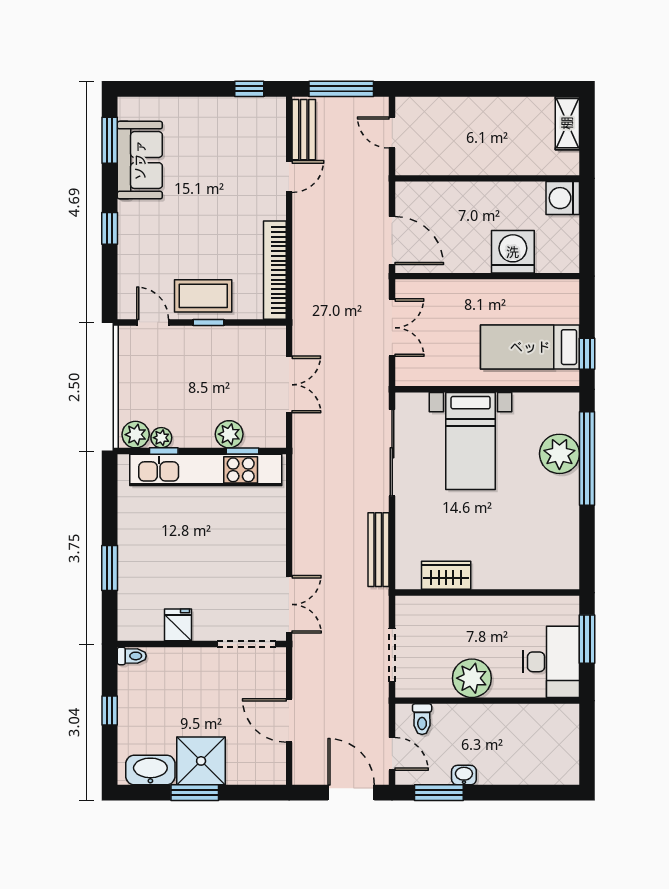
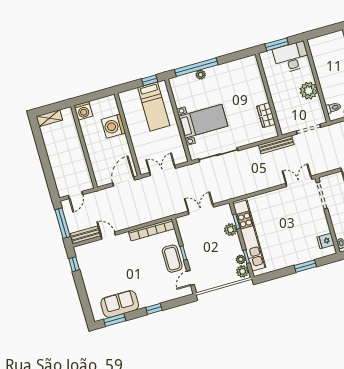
plant: (559, 454) -> (201, 75), width x0.53, depth x0.53
bench: (379, 550) -> (276, 145), moved
fridge: (178, 625) -> (326, 241), moved

